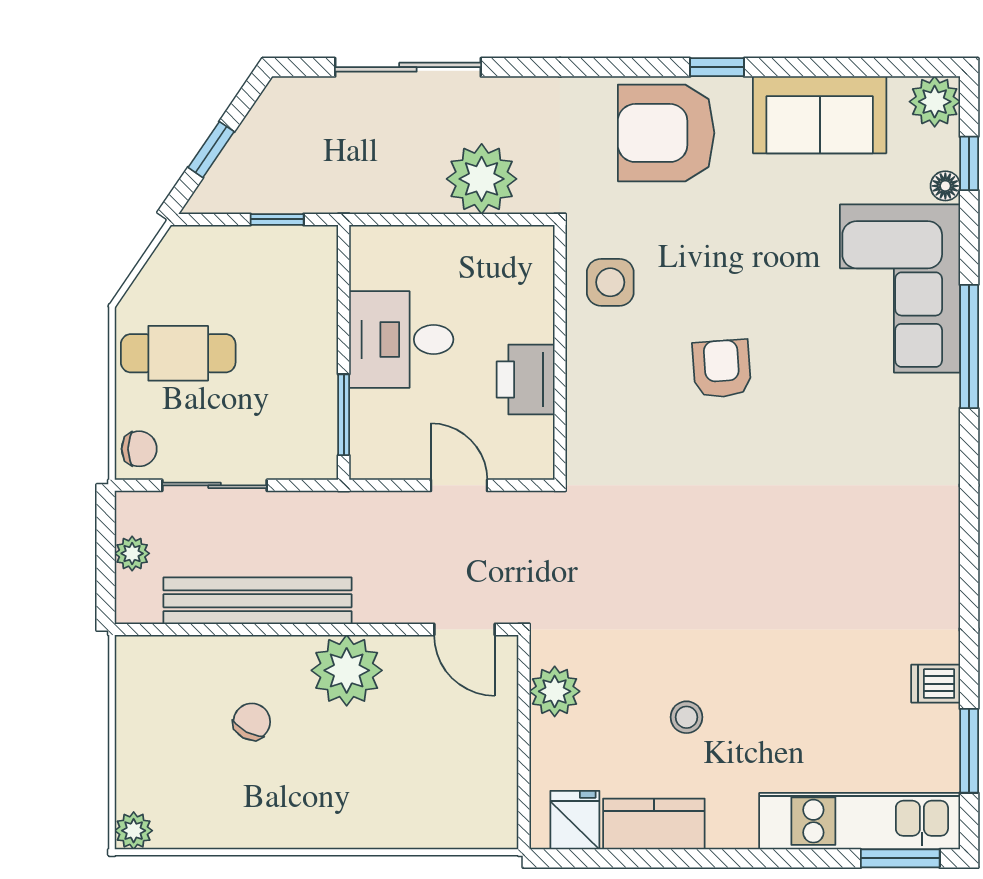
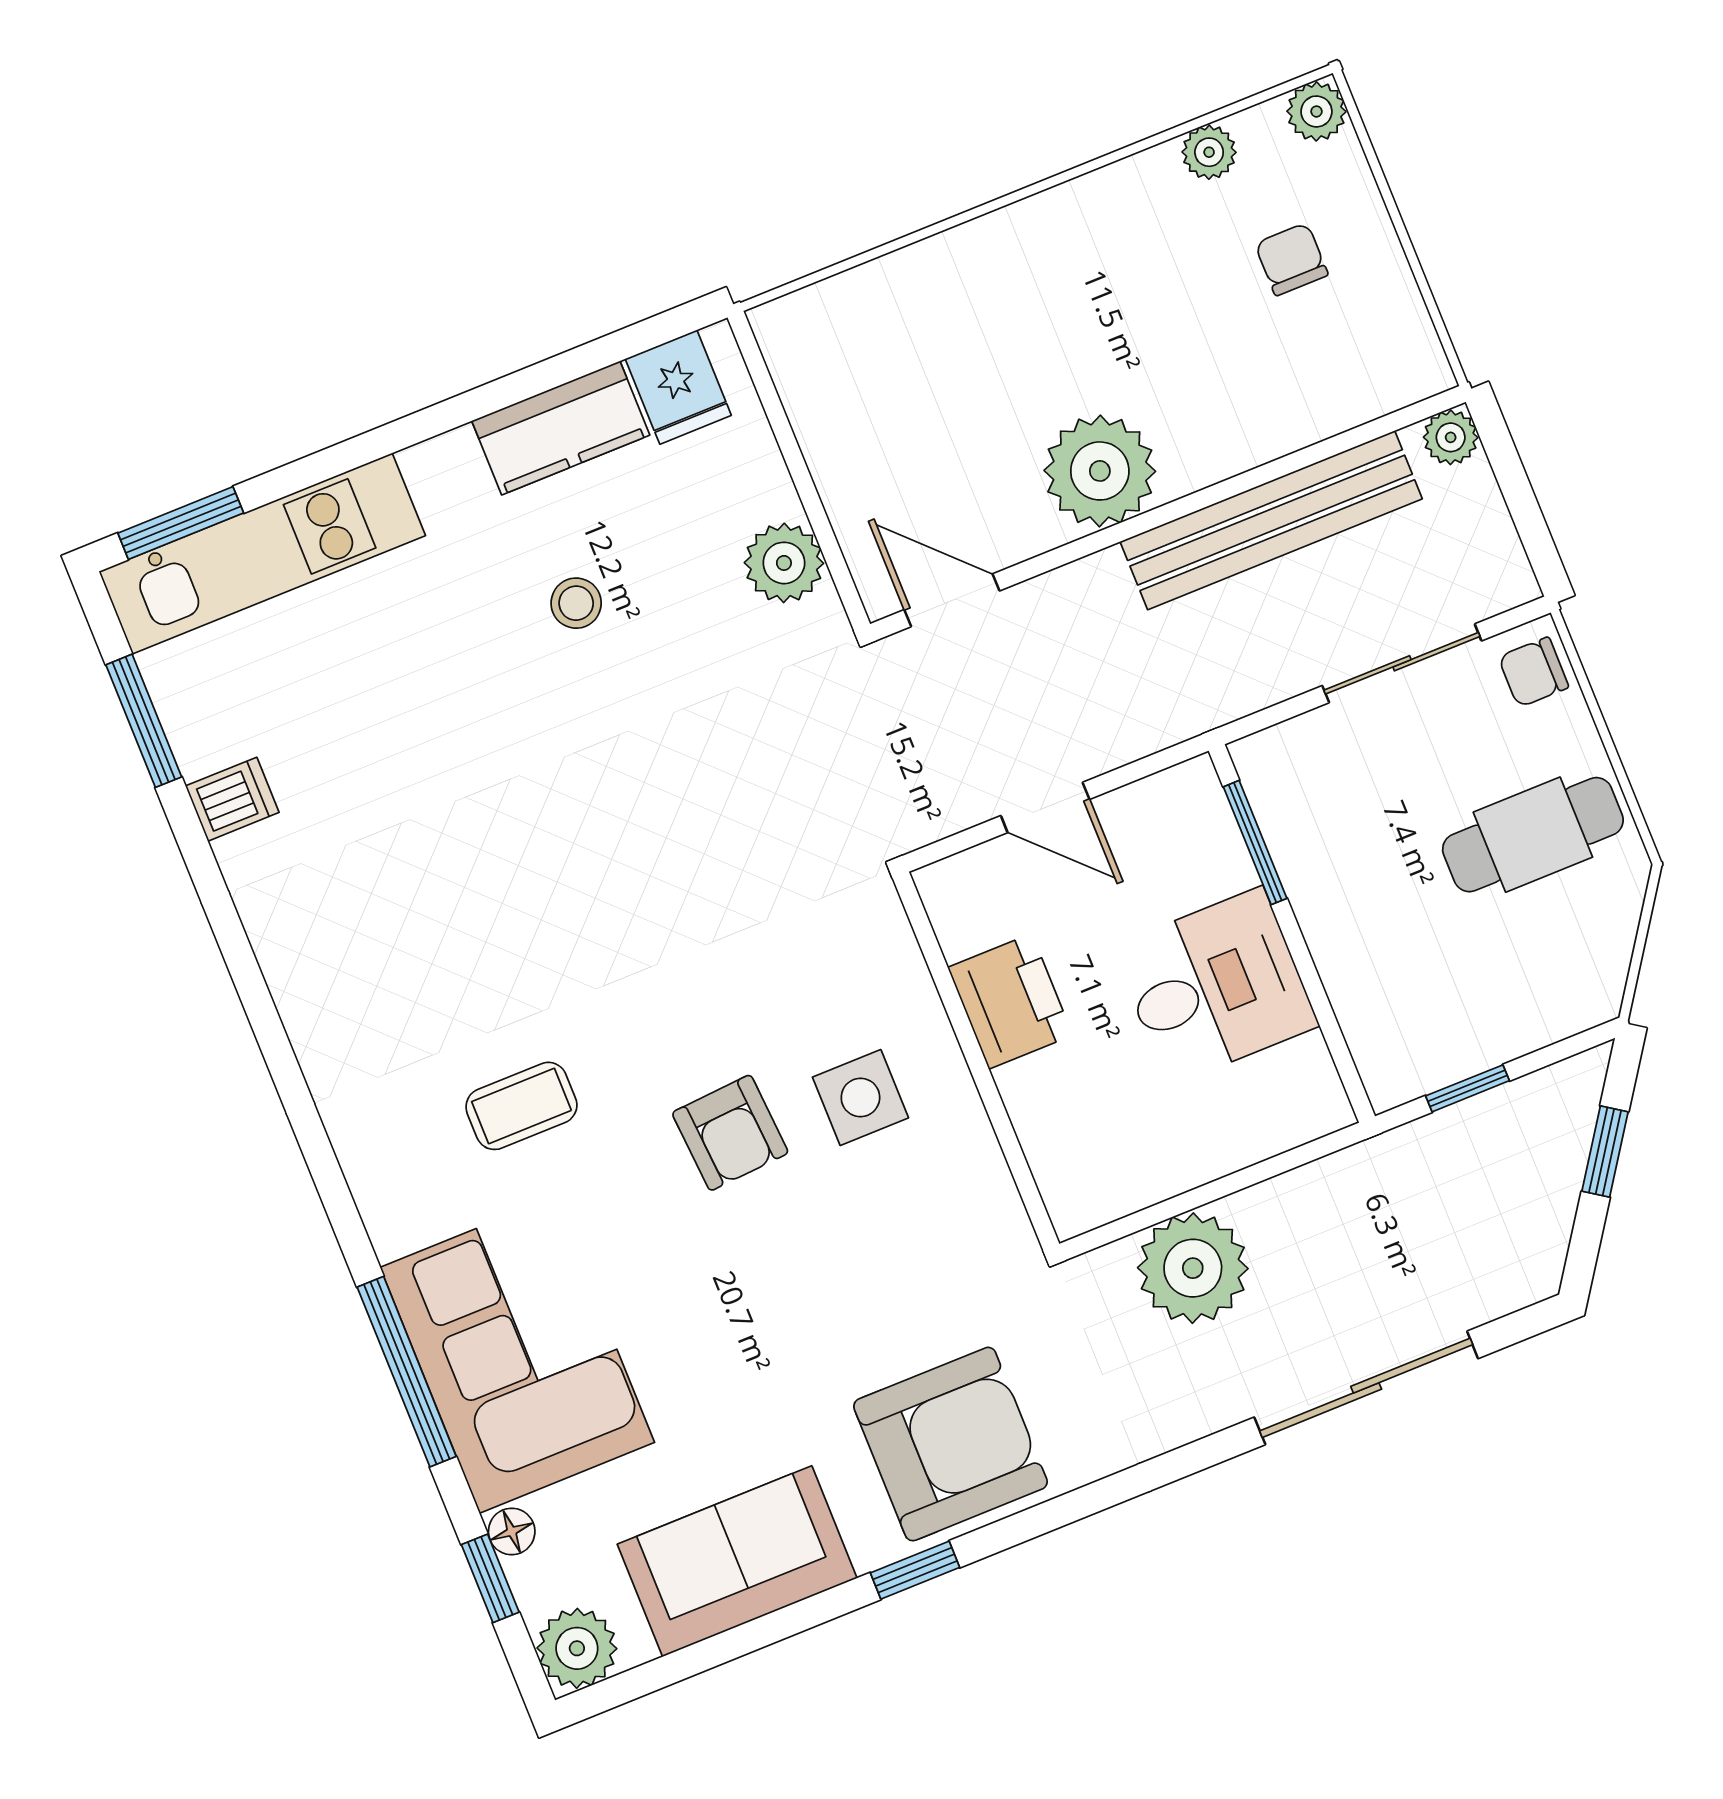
side table: (610, 282) -> (860, 1097), moved
window: (969, 346) -> (407, 1372), moved
coffee table: (838, 434) -> (521, 1106), added
plant: (132, 553) -> (1451, 437), moved
chair: (252, 722) -> (1291, 259), moved, turned 152
plant: (207, 832) -> (1209, 152), added

